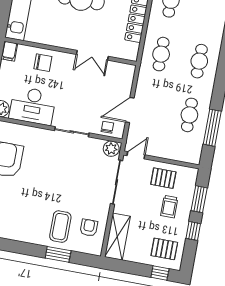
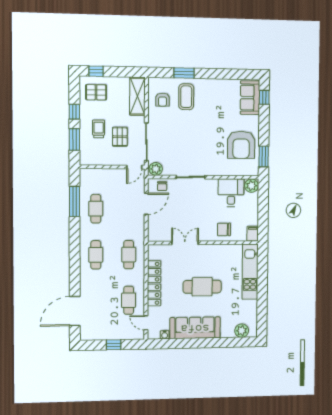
desk: (33, 106) -> (231, 193), width x0.73
pallet: (163, 178) -> (120, 137), moved, turned 90

